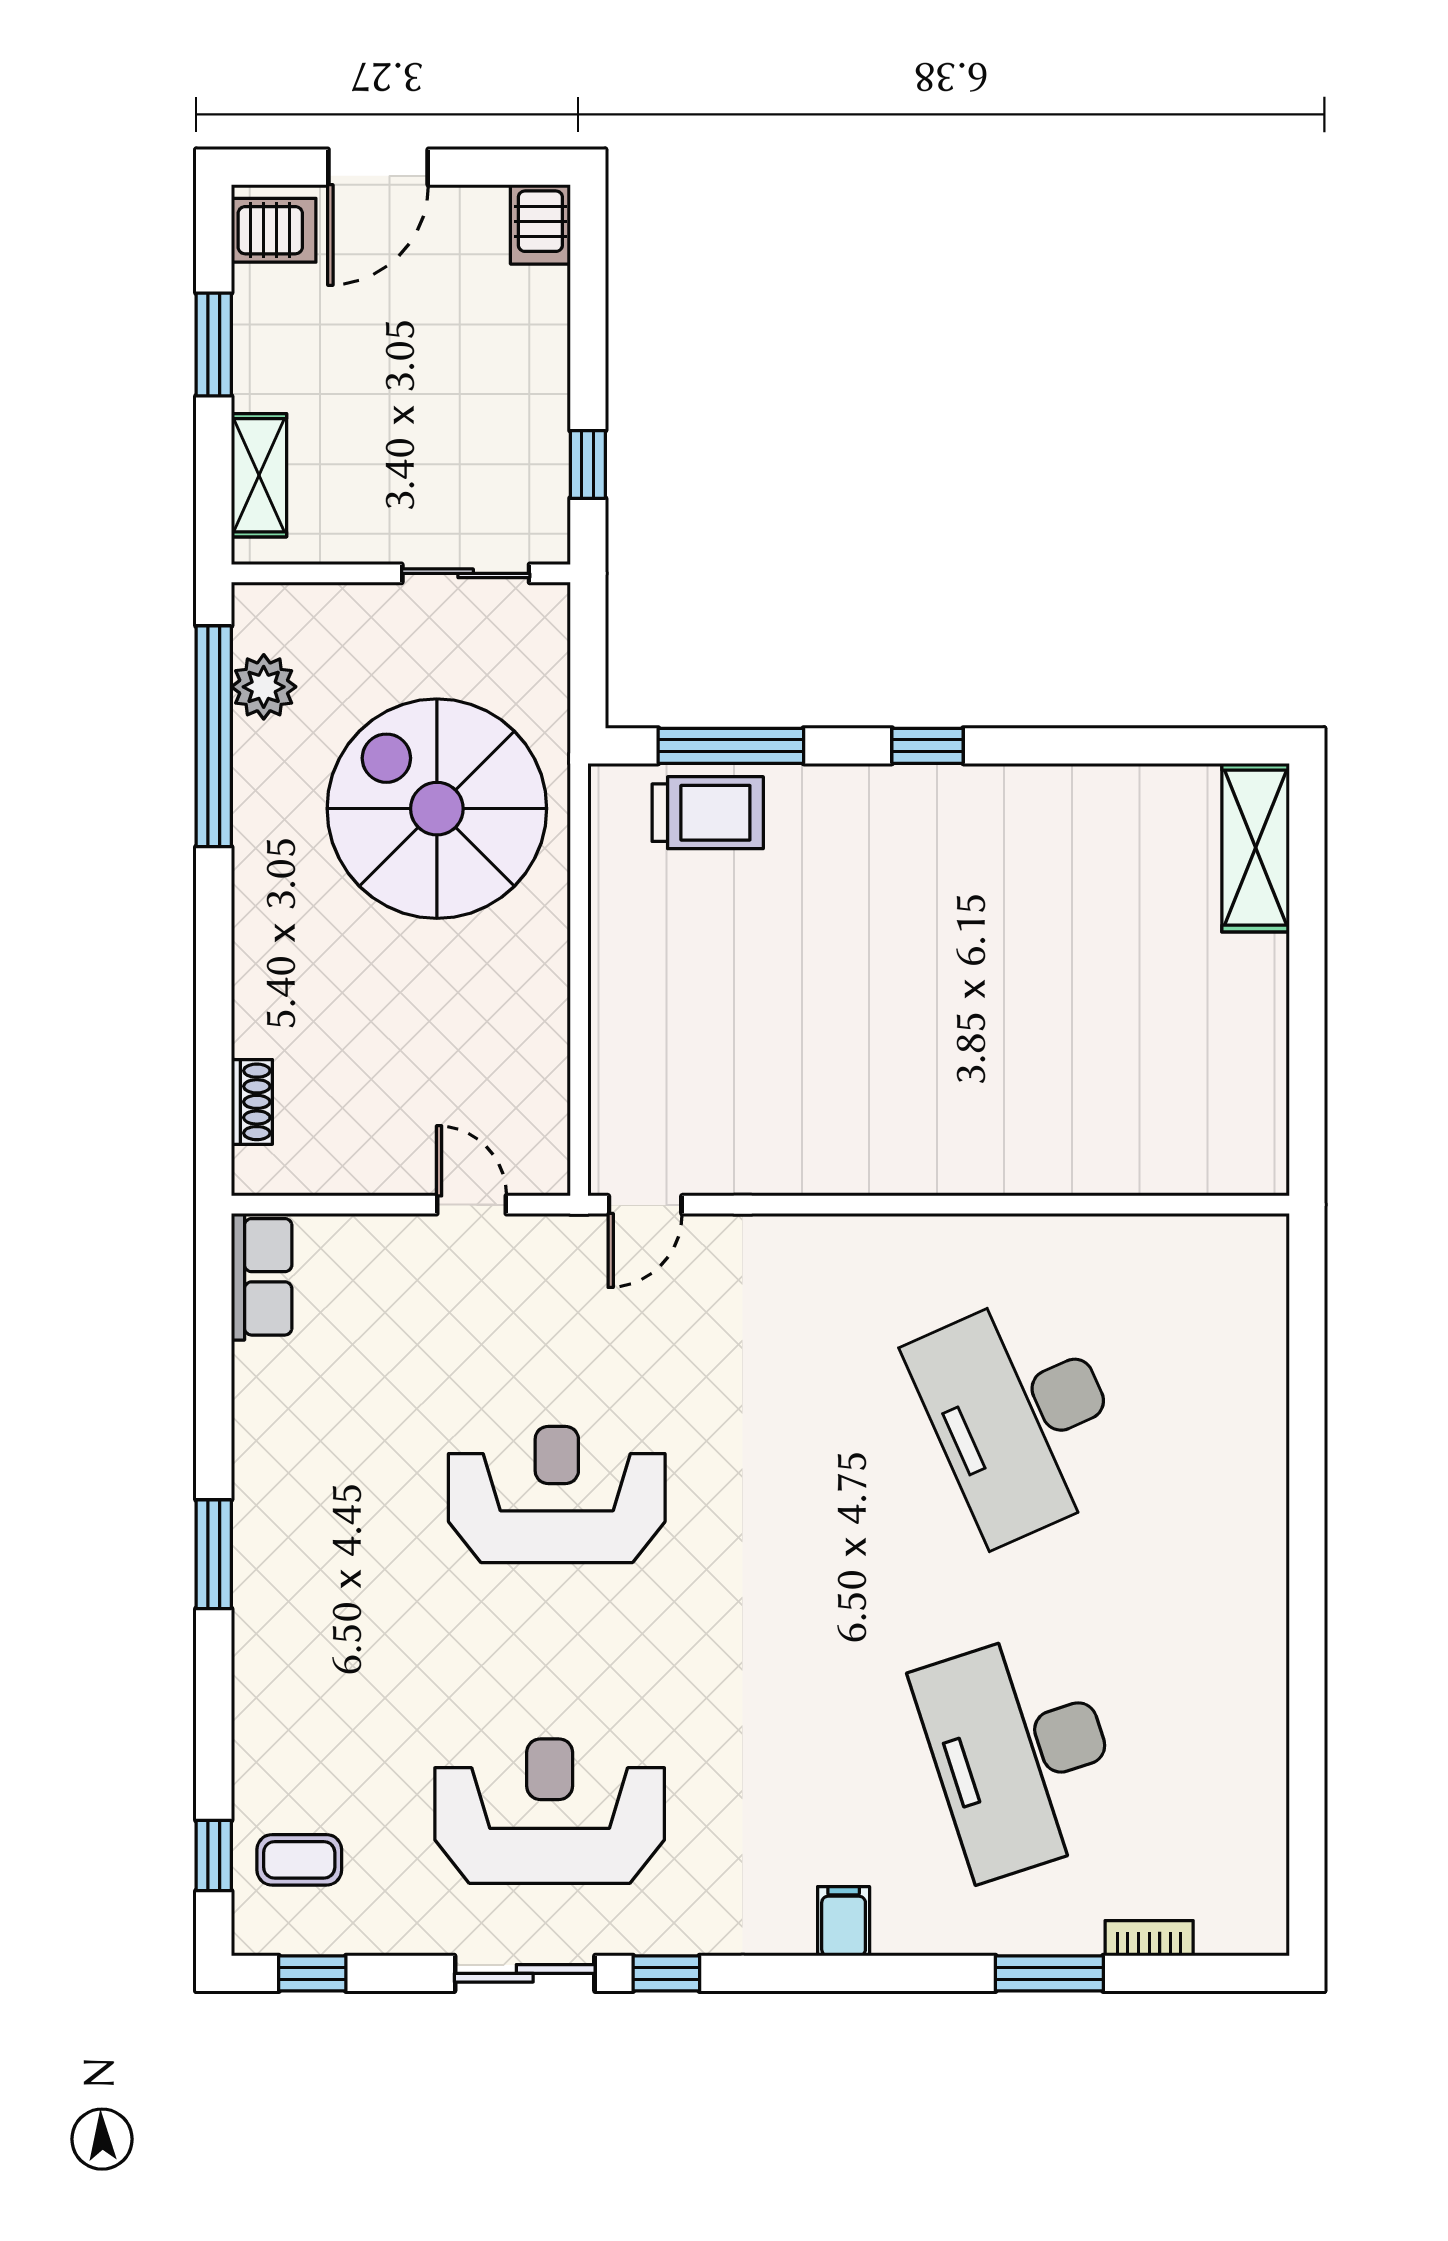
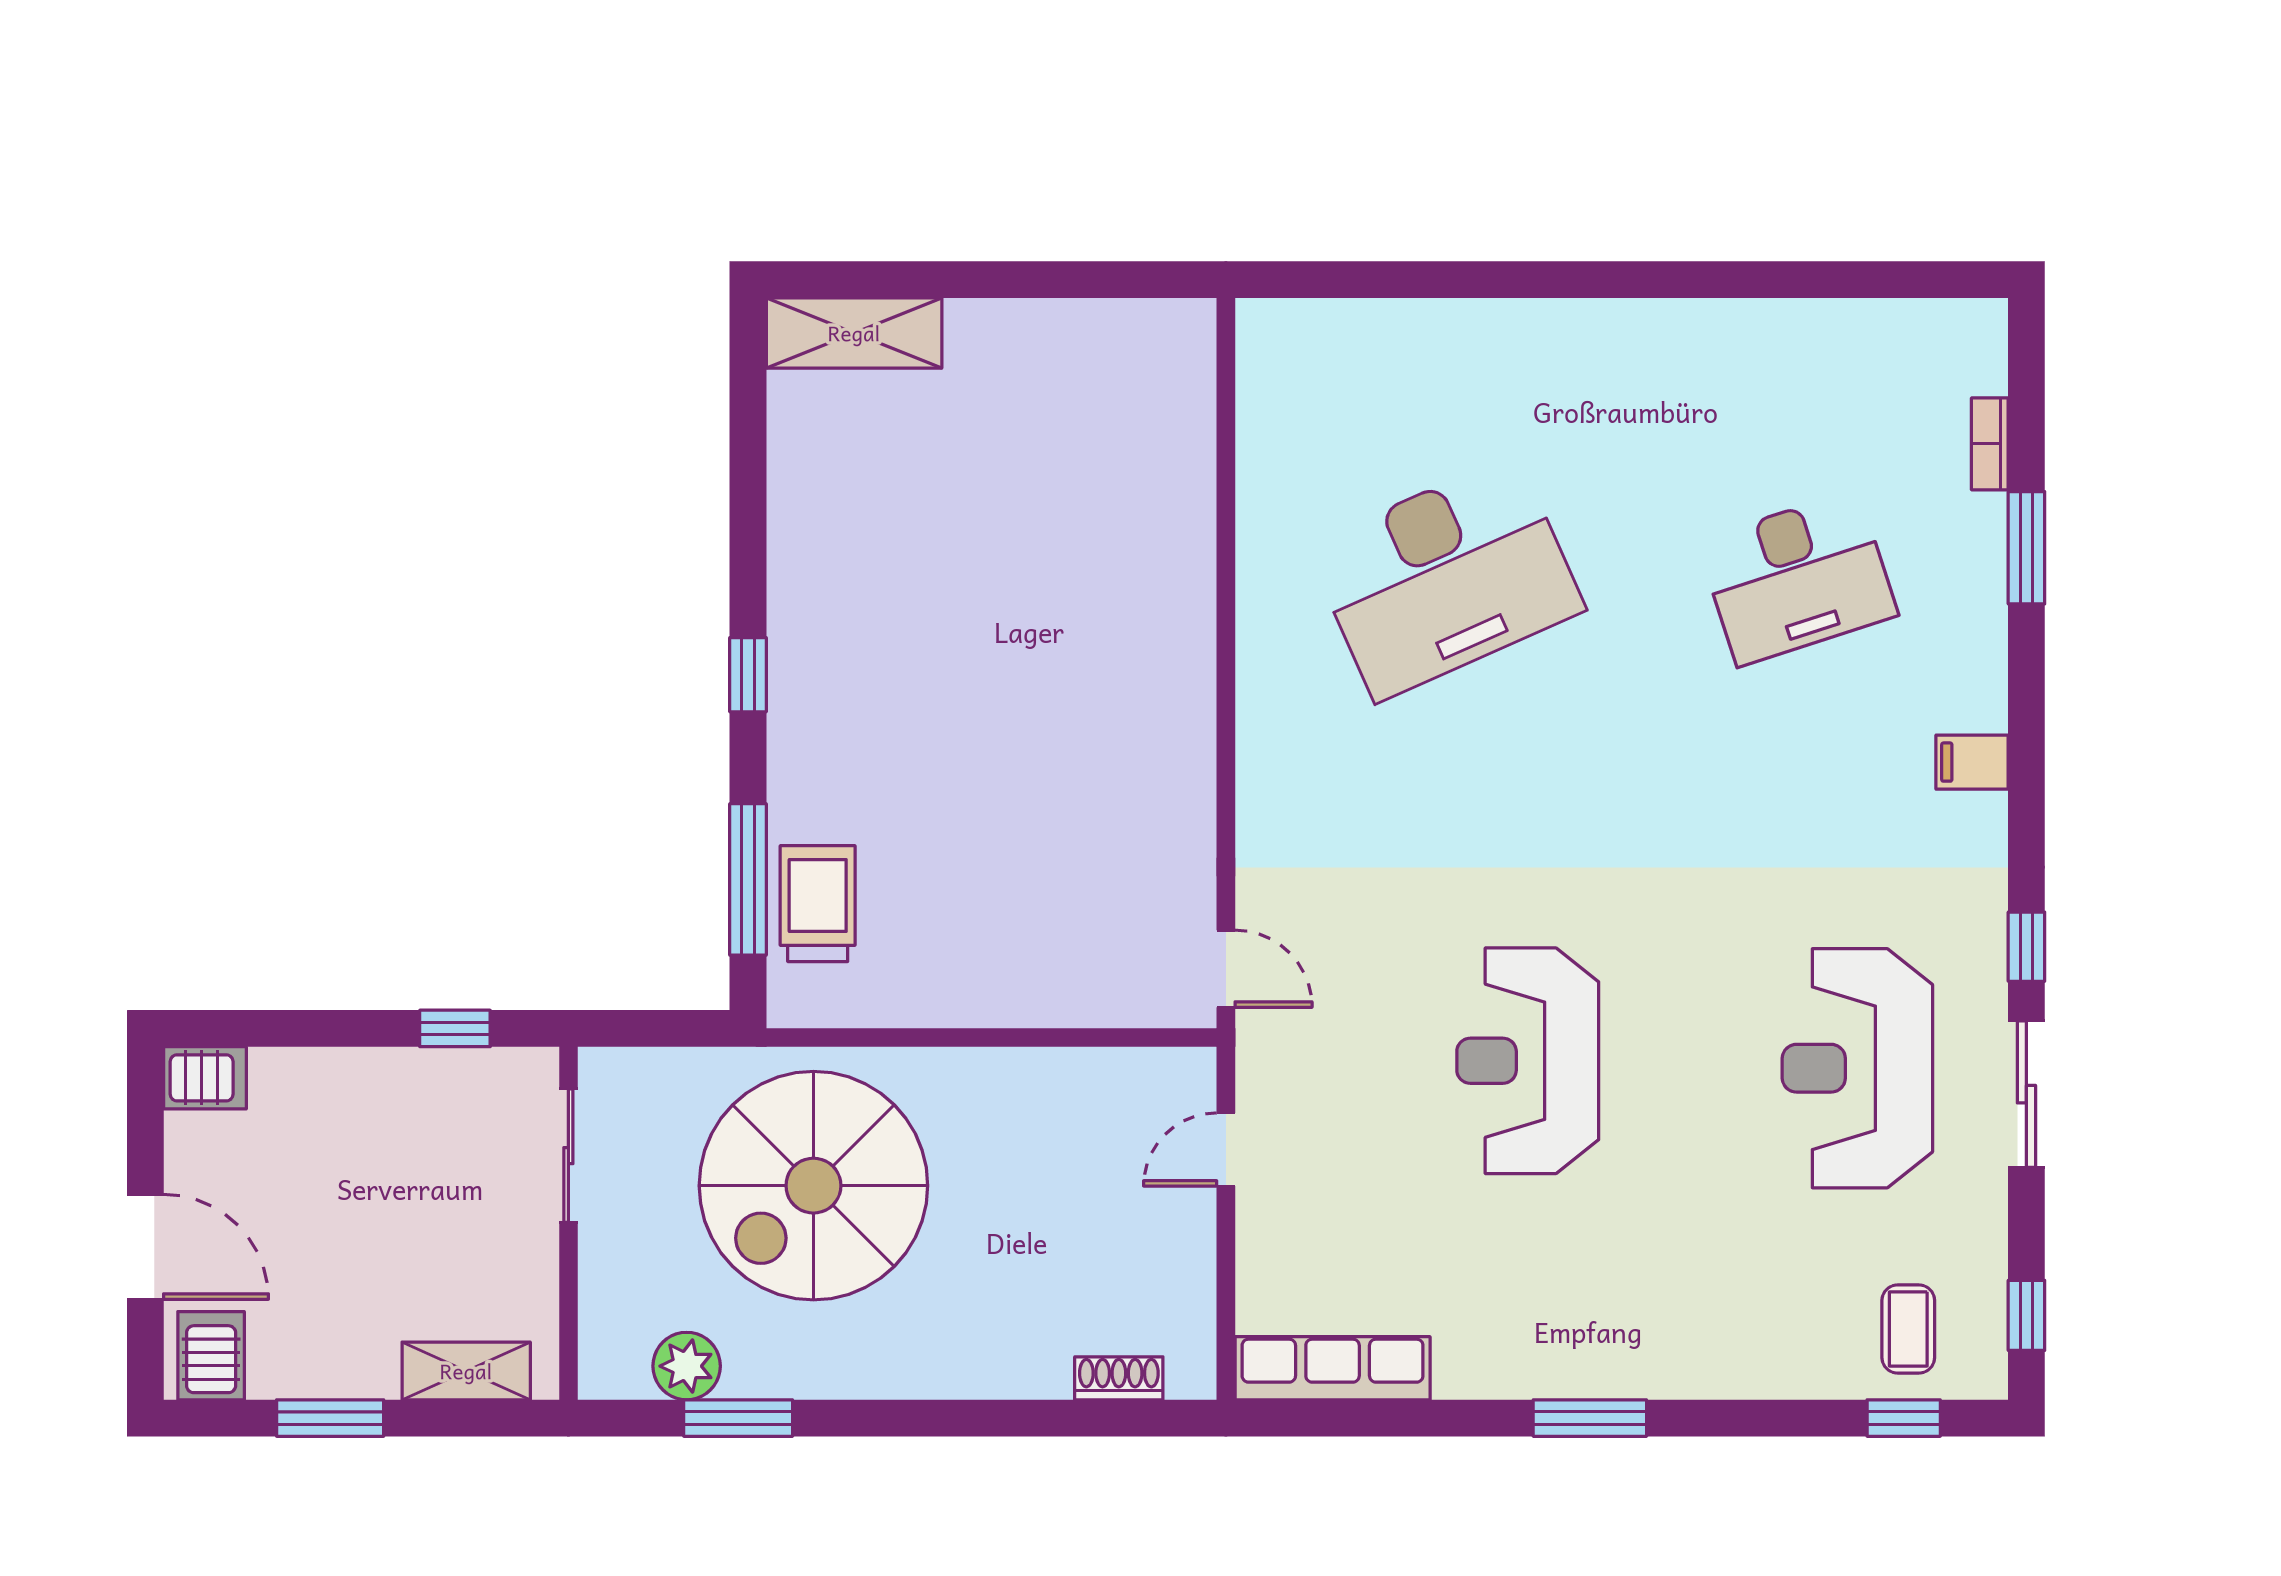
window: (214, 736) -> (738, 1418), width x0.47
row of seats: (262, 1277) -> (1333, 1368), width x1.48
desk: (1020, 1753) -> (1797, 578), width x0.73, depth x0.77

